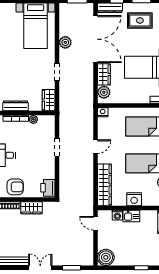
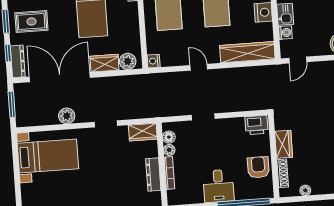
rug: (140, 20) -> (31, 22), turned 90
floor lamp: (43, 120) -> (169, 137), added

